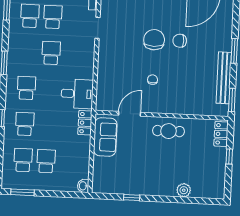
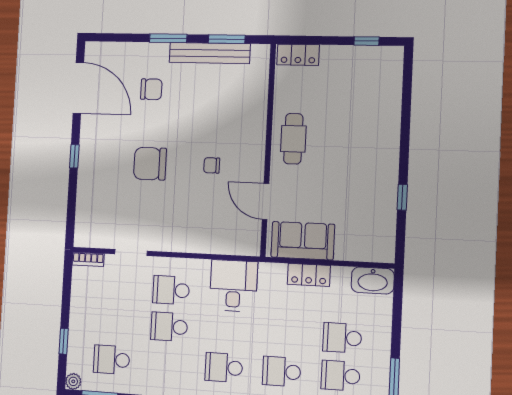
school desk: (53, 17) -> (171, 290), moved
chair: (180, 41) -> (151, 89), moved, turned -90
window: (232, 100) -> (227, 39), moved
locker: (85, 123) -> (309, 275), moved
window: (229, 156) -> (367, 41), moved
washbasin: (83, 186) -> (373, 280), width x1.91, depth x1.45
plant: (184, 190) -> (390, 112), removed

